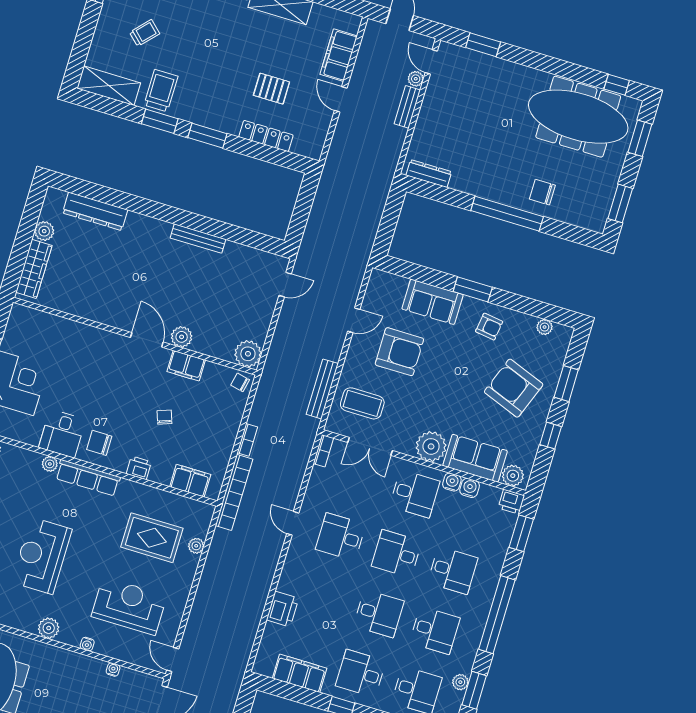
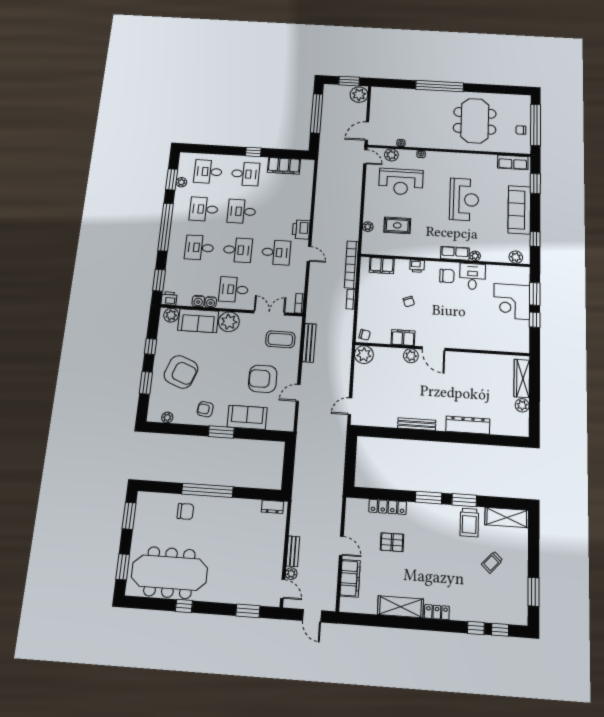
window: (617, 85) -> (184, 606), moved
dresser: (429, 173) -> (272, 507), width x0.70
dresser: (95, 211) -> (468, 425), moved
row of seats: (88, 478) -> (455, 253), width x0.68
rug: (152, 538) -> (397, 225), width x0.73, depth x0.70
printer: (283, 609) -> (301, 229), moved
plant: (49, 628) -> (391, 155), moved

